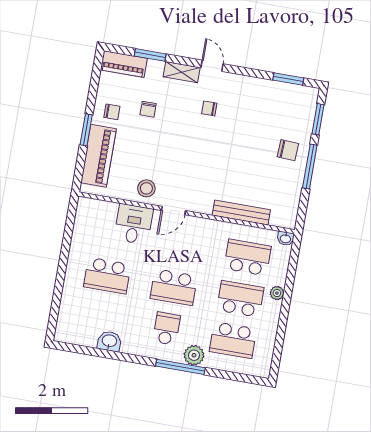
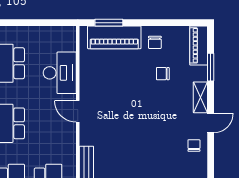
chair: (209, 108) -> (194, 145), moved
window: (86, 130) -> (109, 23), moved
stool: (146, 188) -> (93, 84), removed
desk: (134, 224) -> (60, 73), width x1.37

